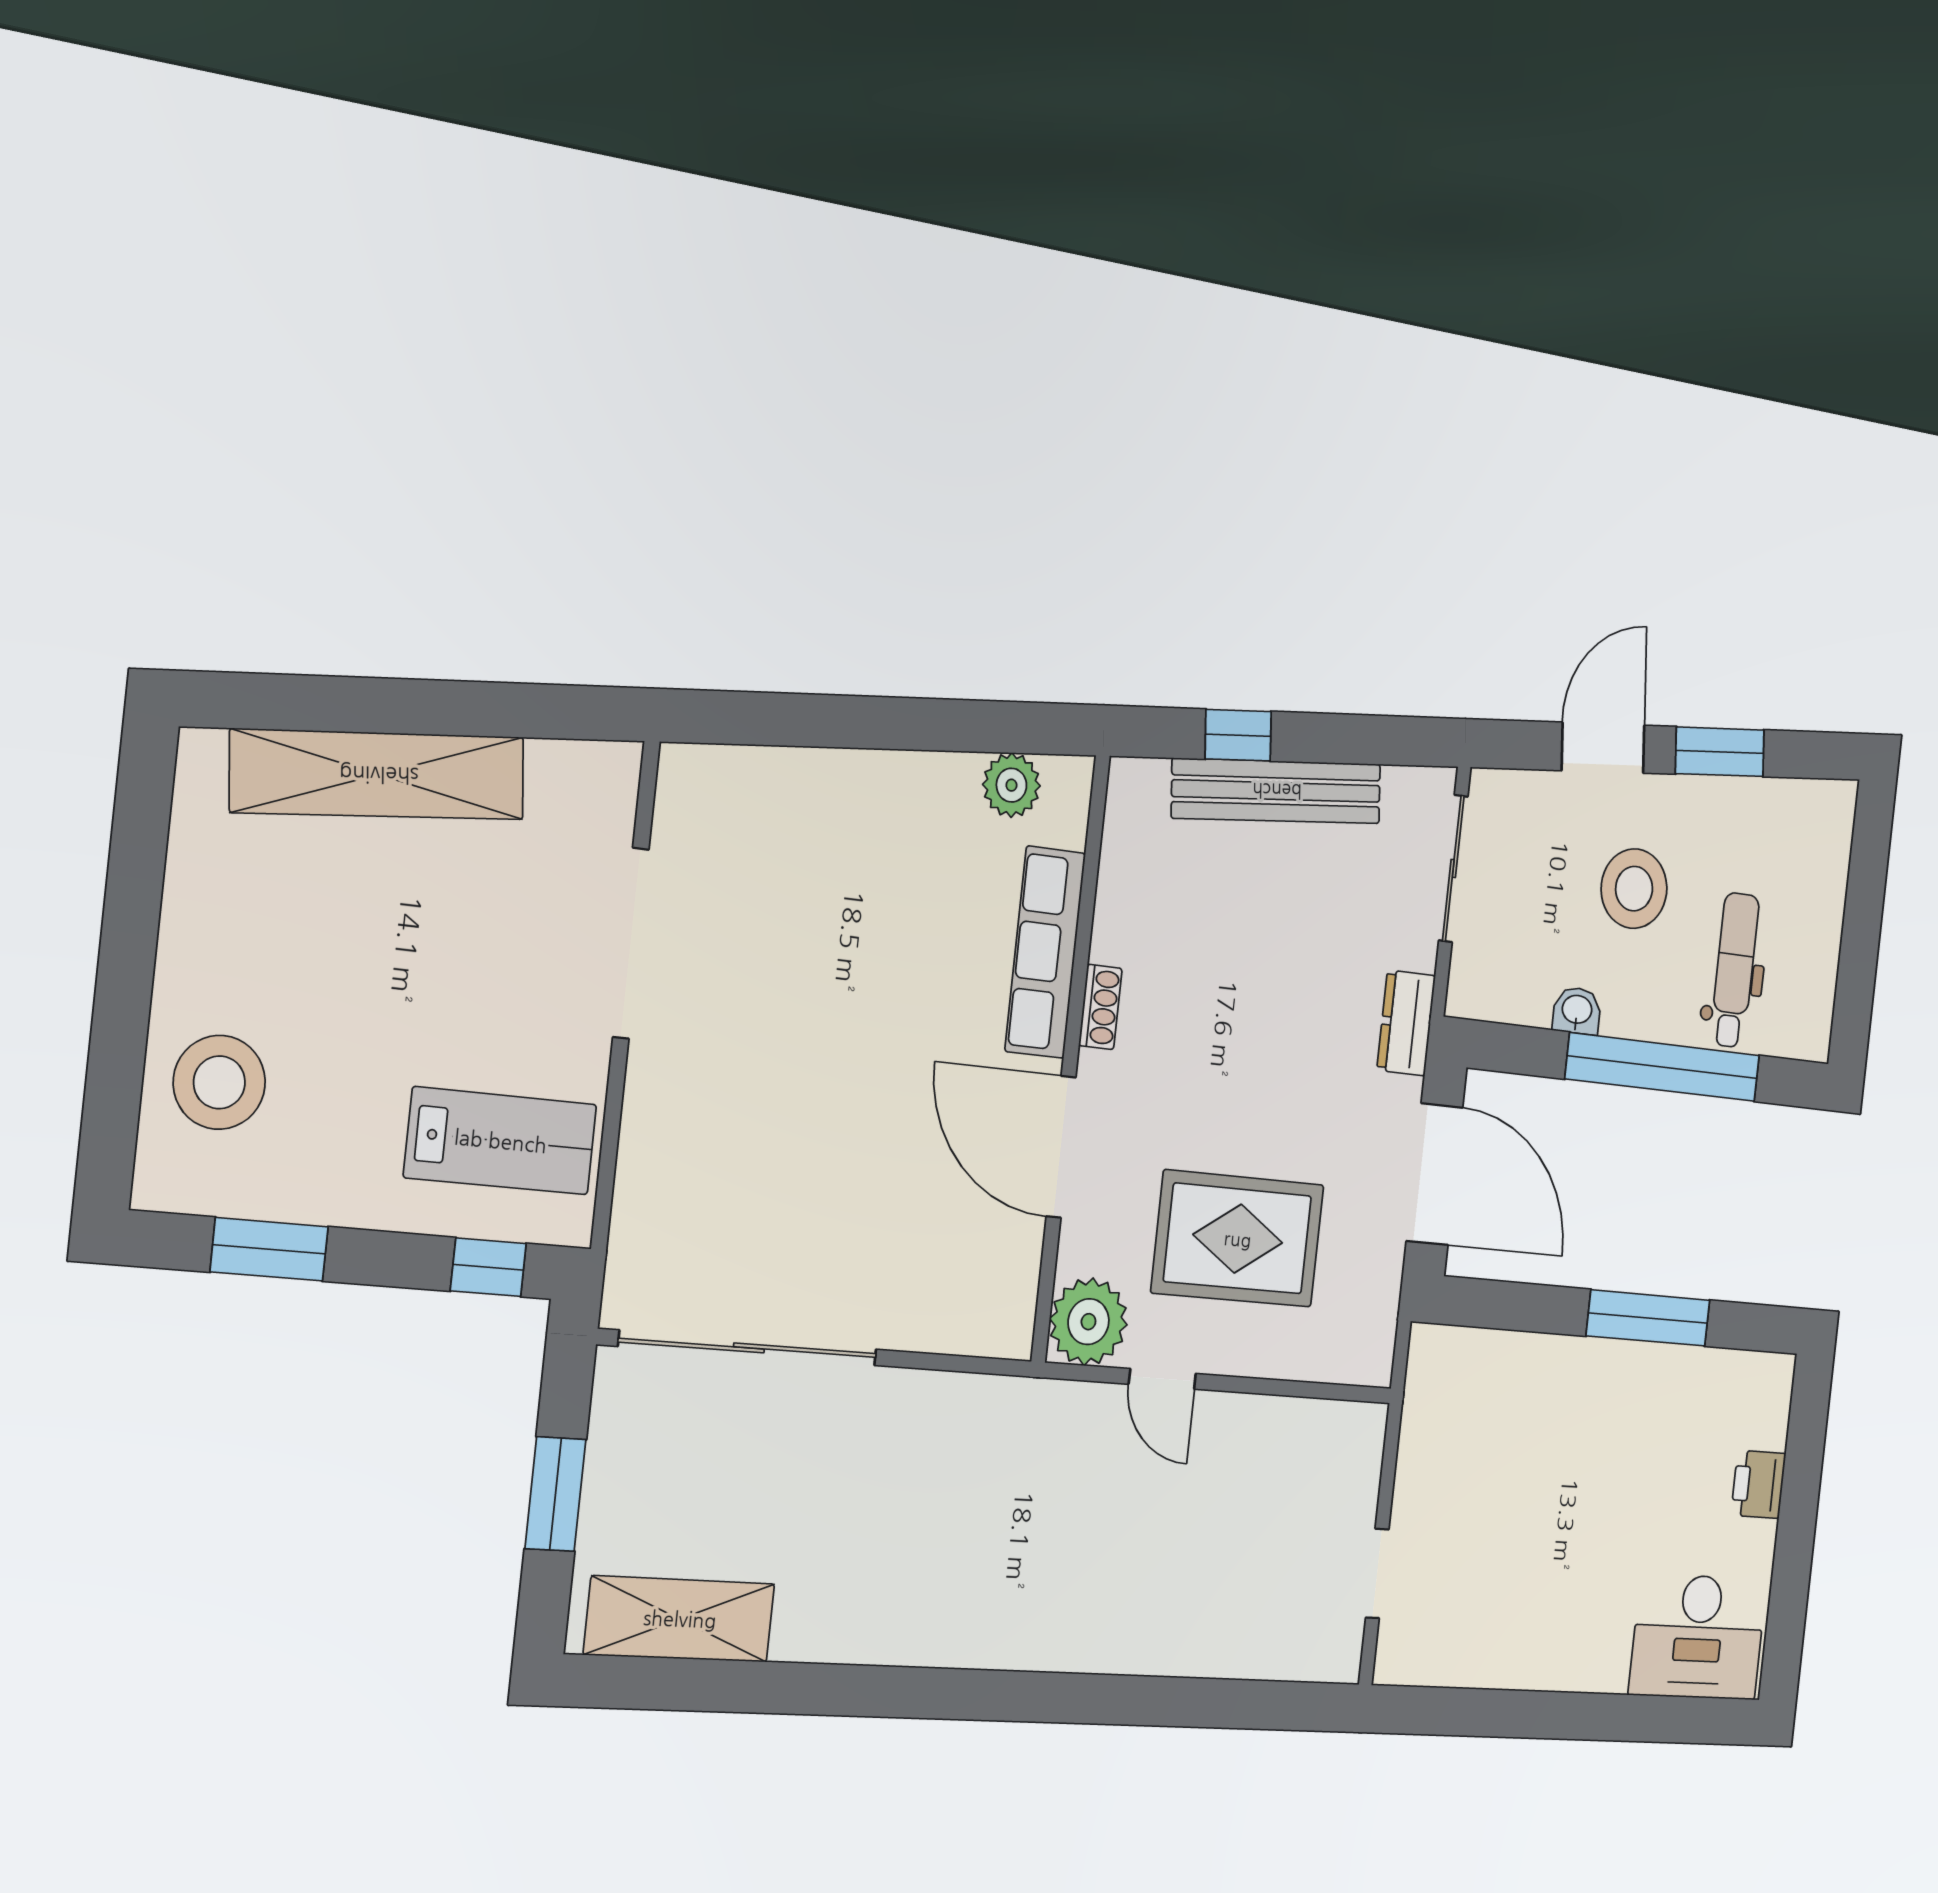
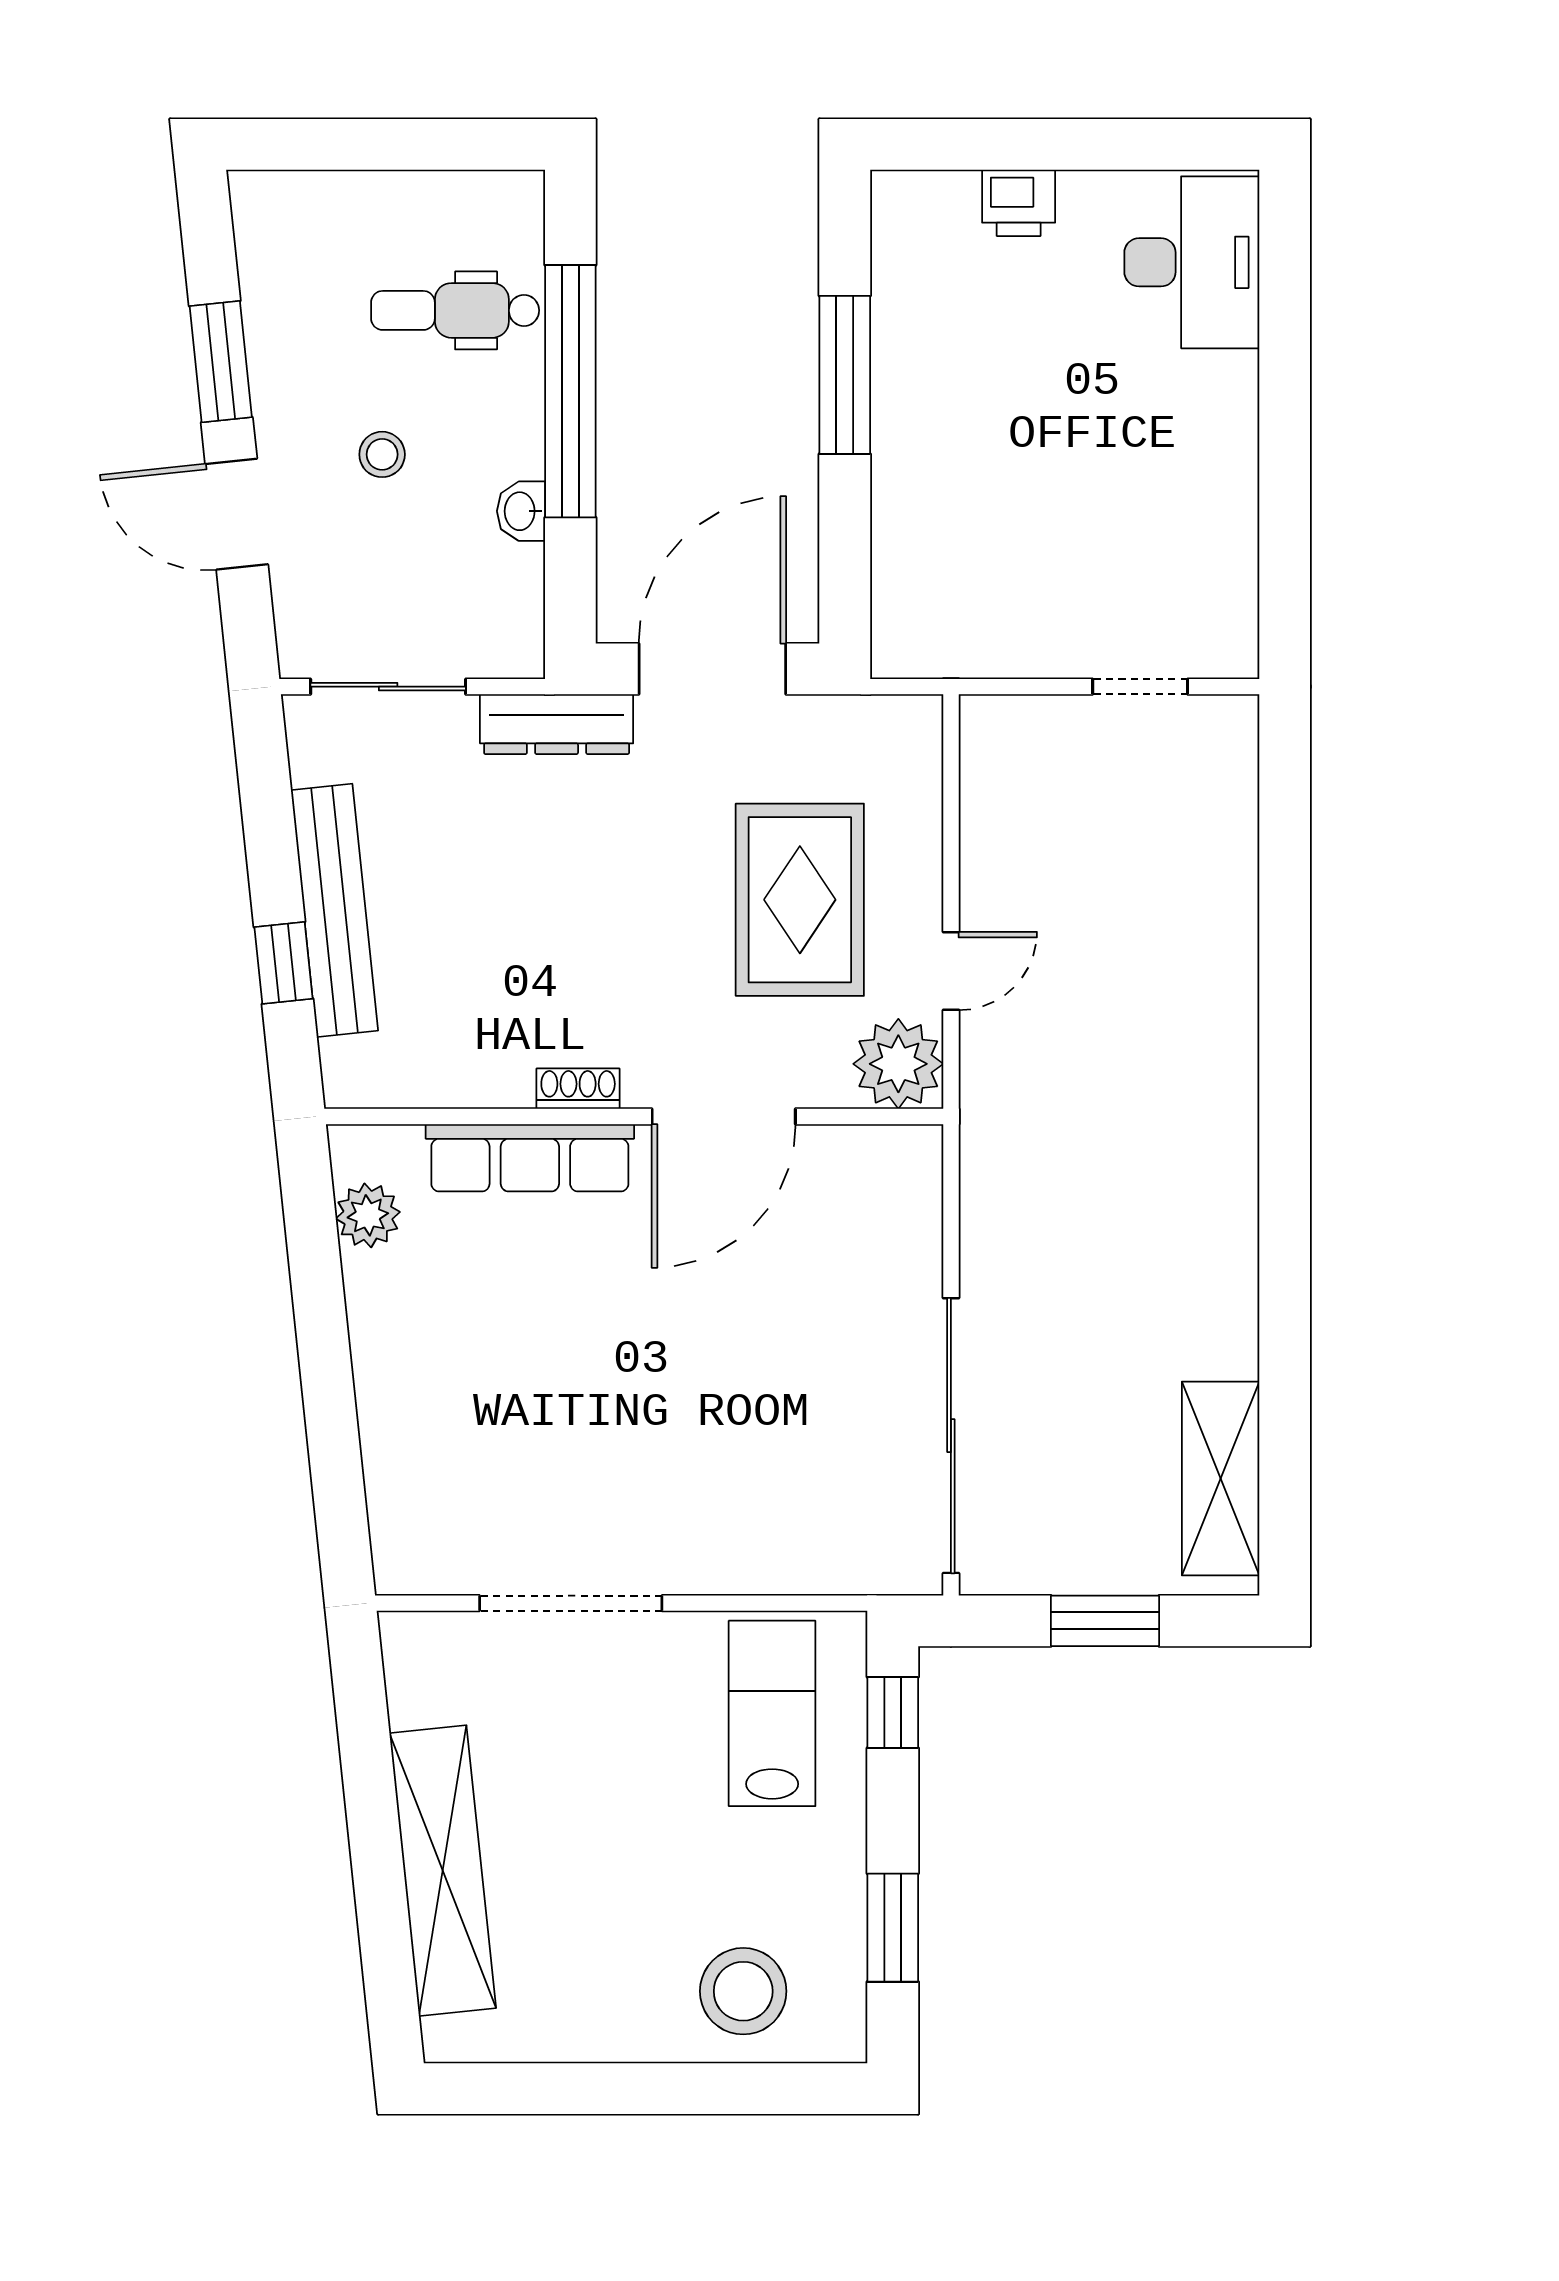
stool: (1634, 889) -> (382, 454), width x0.53, depth x0.53
dresser: (1406, 1023) -> (557, 724), width x1.44

